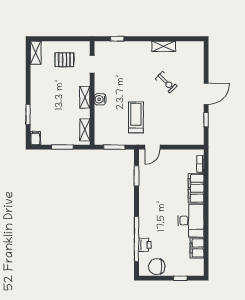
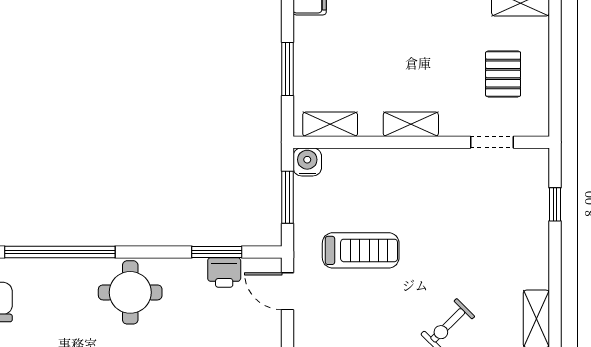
water cooler: (100, 99) -> (307, 162), moved
round table: (153, 211) -> (130, 292), added
printer: (145, 245) -> (224, 272), moved

